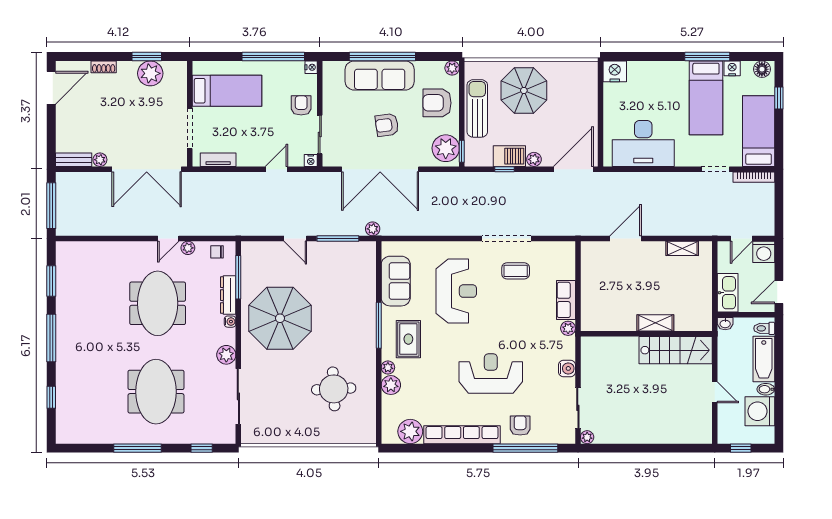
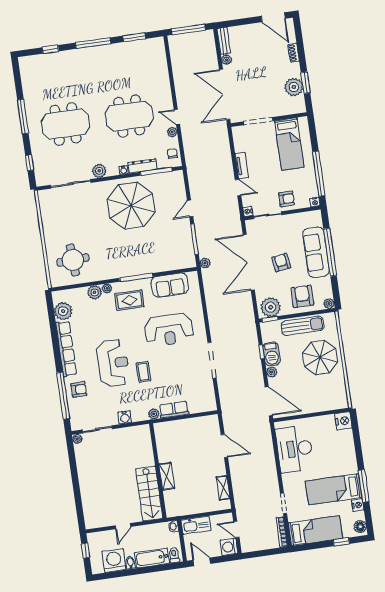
tv unit: (218, 160) -> (242, 166), moved
coffee table: (516, 271) -> (143, 372), moved
round table: (334, 389) -> (73, 260), moved

